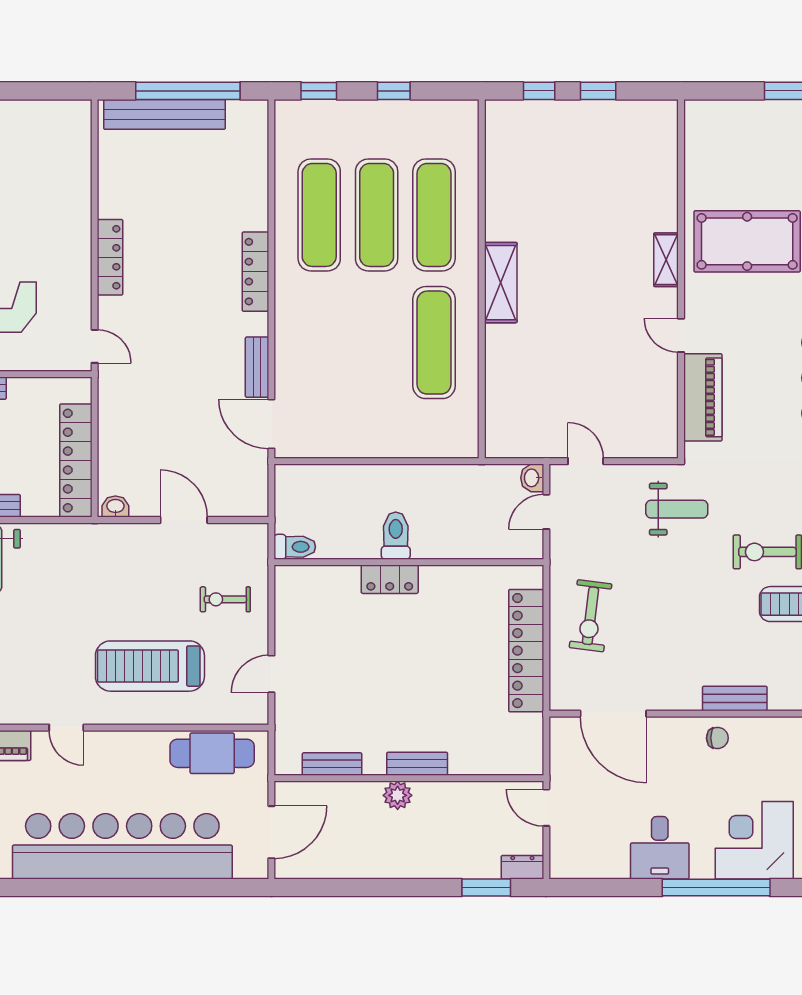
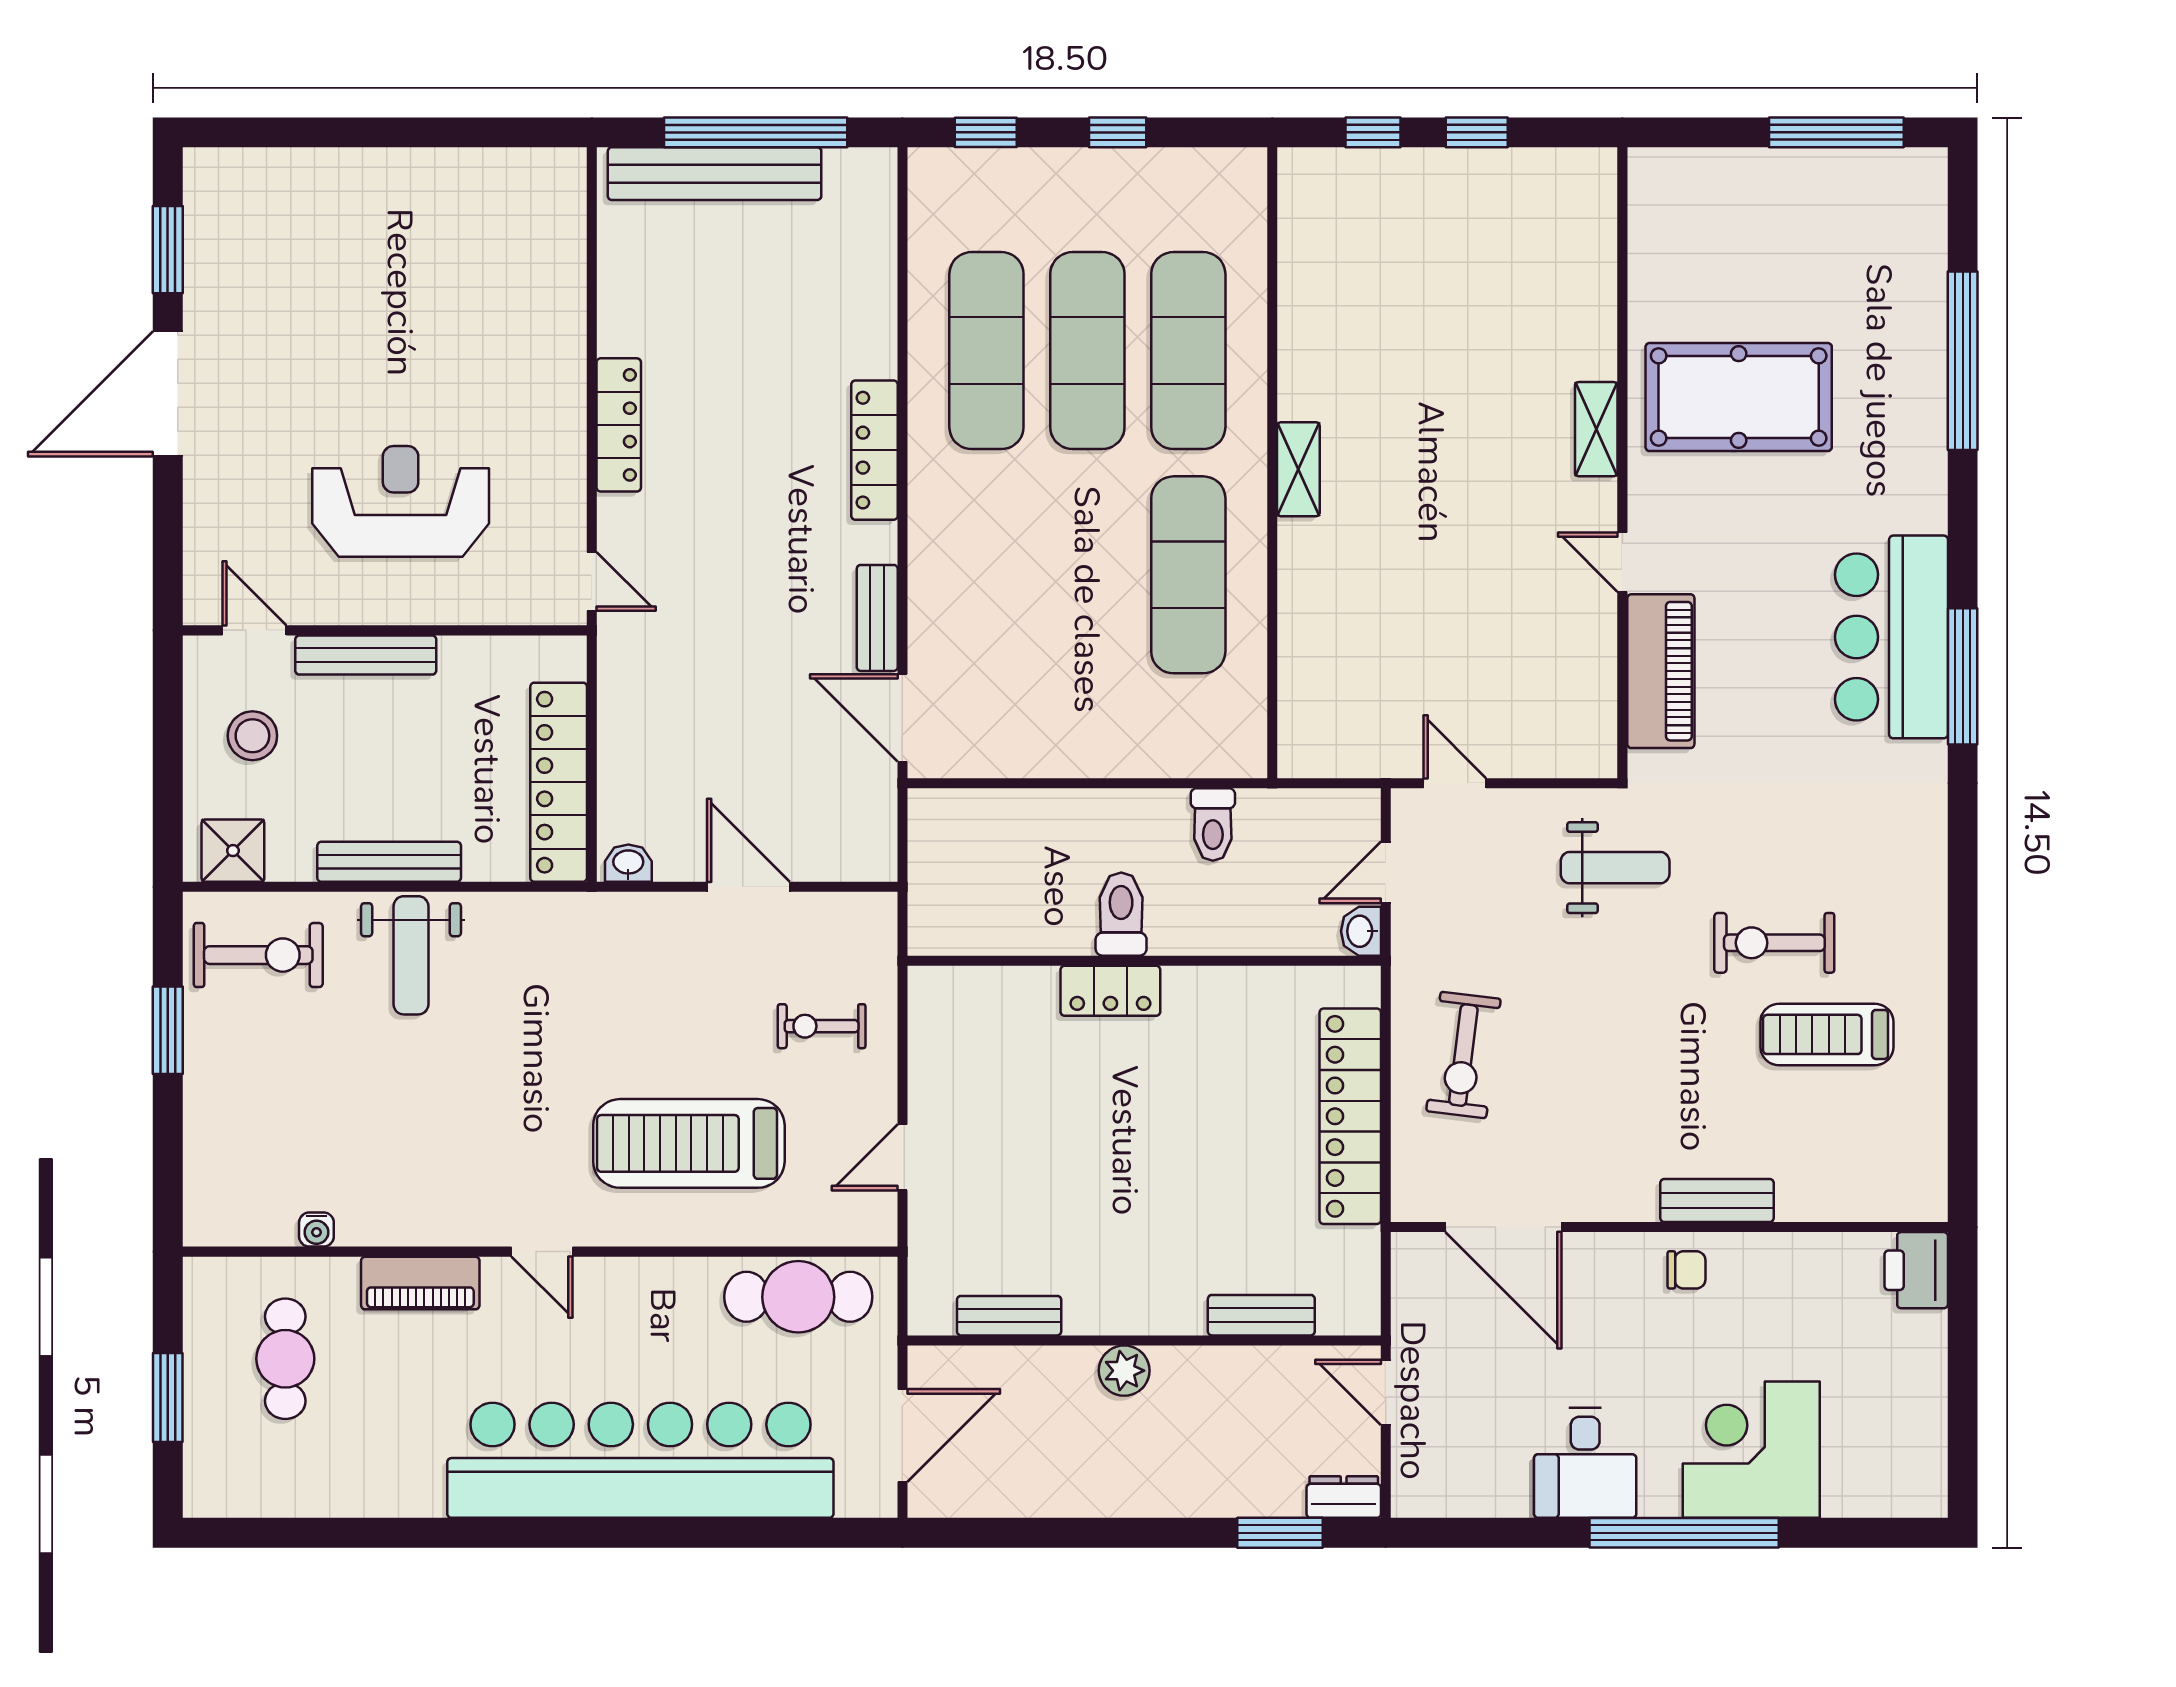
shelving: (501, 283) -> (1298, 469), width x0.67, depth x0.75
washbasin: (532, 478) -> (1361, 931), moved
toilet: (295, 547) -> (1213, 824), moved, turned 90
bench: (417, 764) -> (1261, 1315), moved

